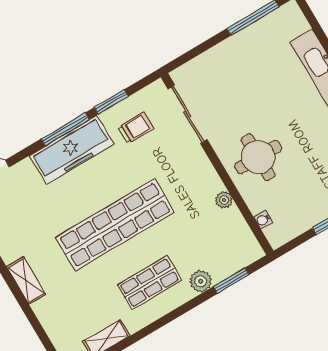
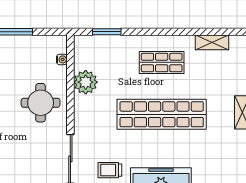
plant: (224, 200) -> (86, 82), width x1.88, depth x1.88
plant: (201, 281) -> (127, 43), removed

